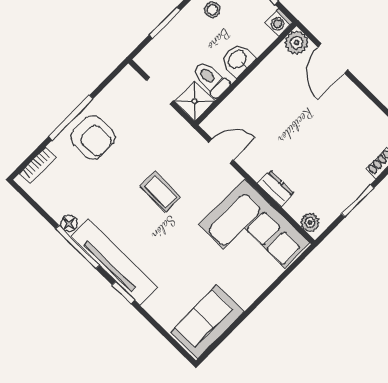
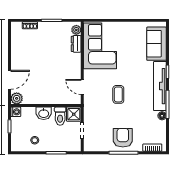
dresser: (276, 188) -> (76, 44), moved
sofa: (207, 322) -> (156, 44), moved, turned 90

